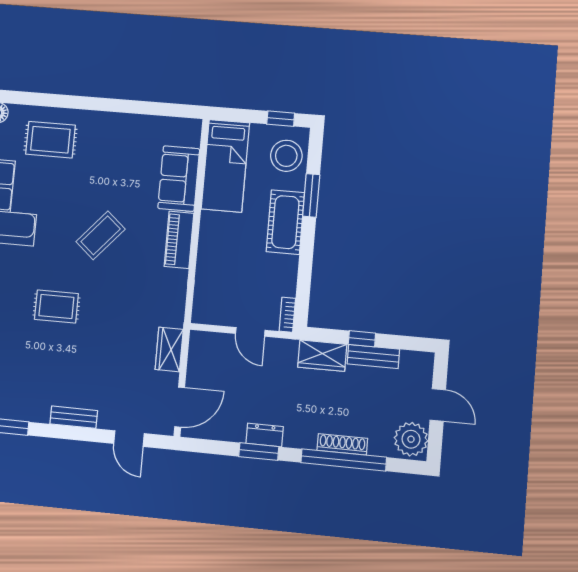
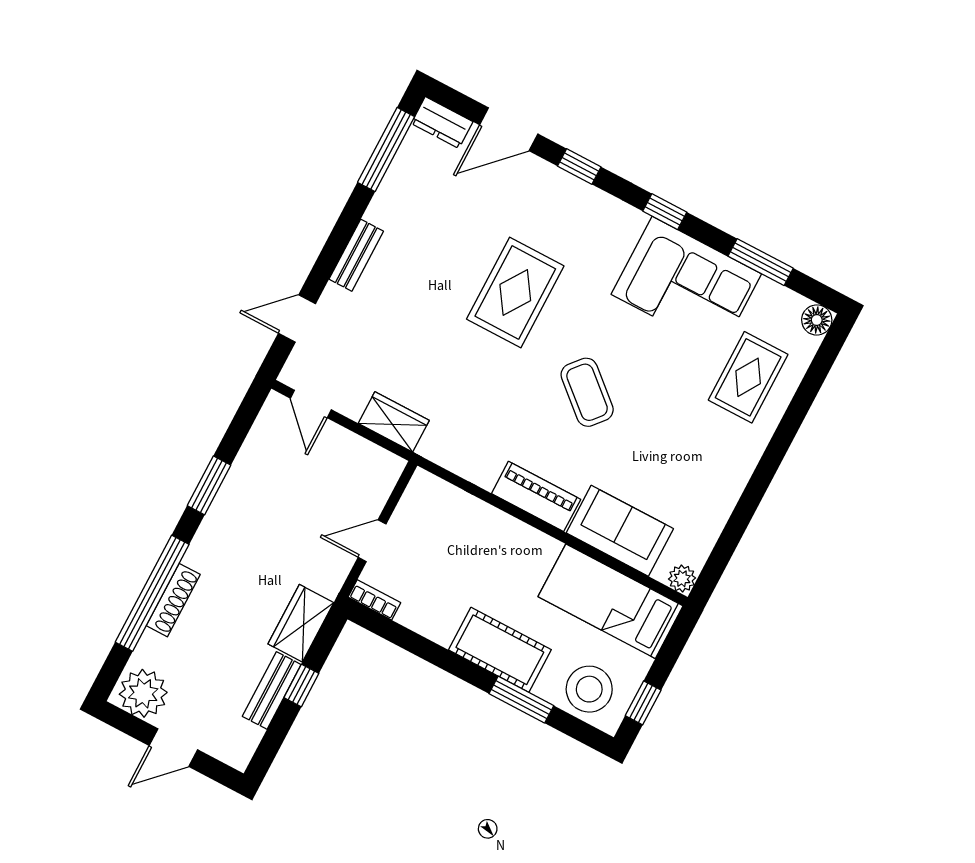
plant: (192, 127) -> (682, 579), added
rug: (56, 306) -> (515, 292), width x1.36, depth x1.43
door: (180, 407) -> (311, 404), width x0.73
dresser: (265, 435) -> (228, 502), removed

